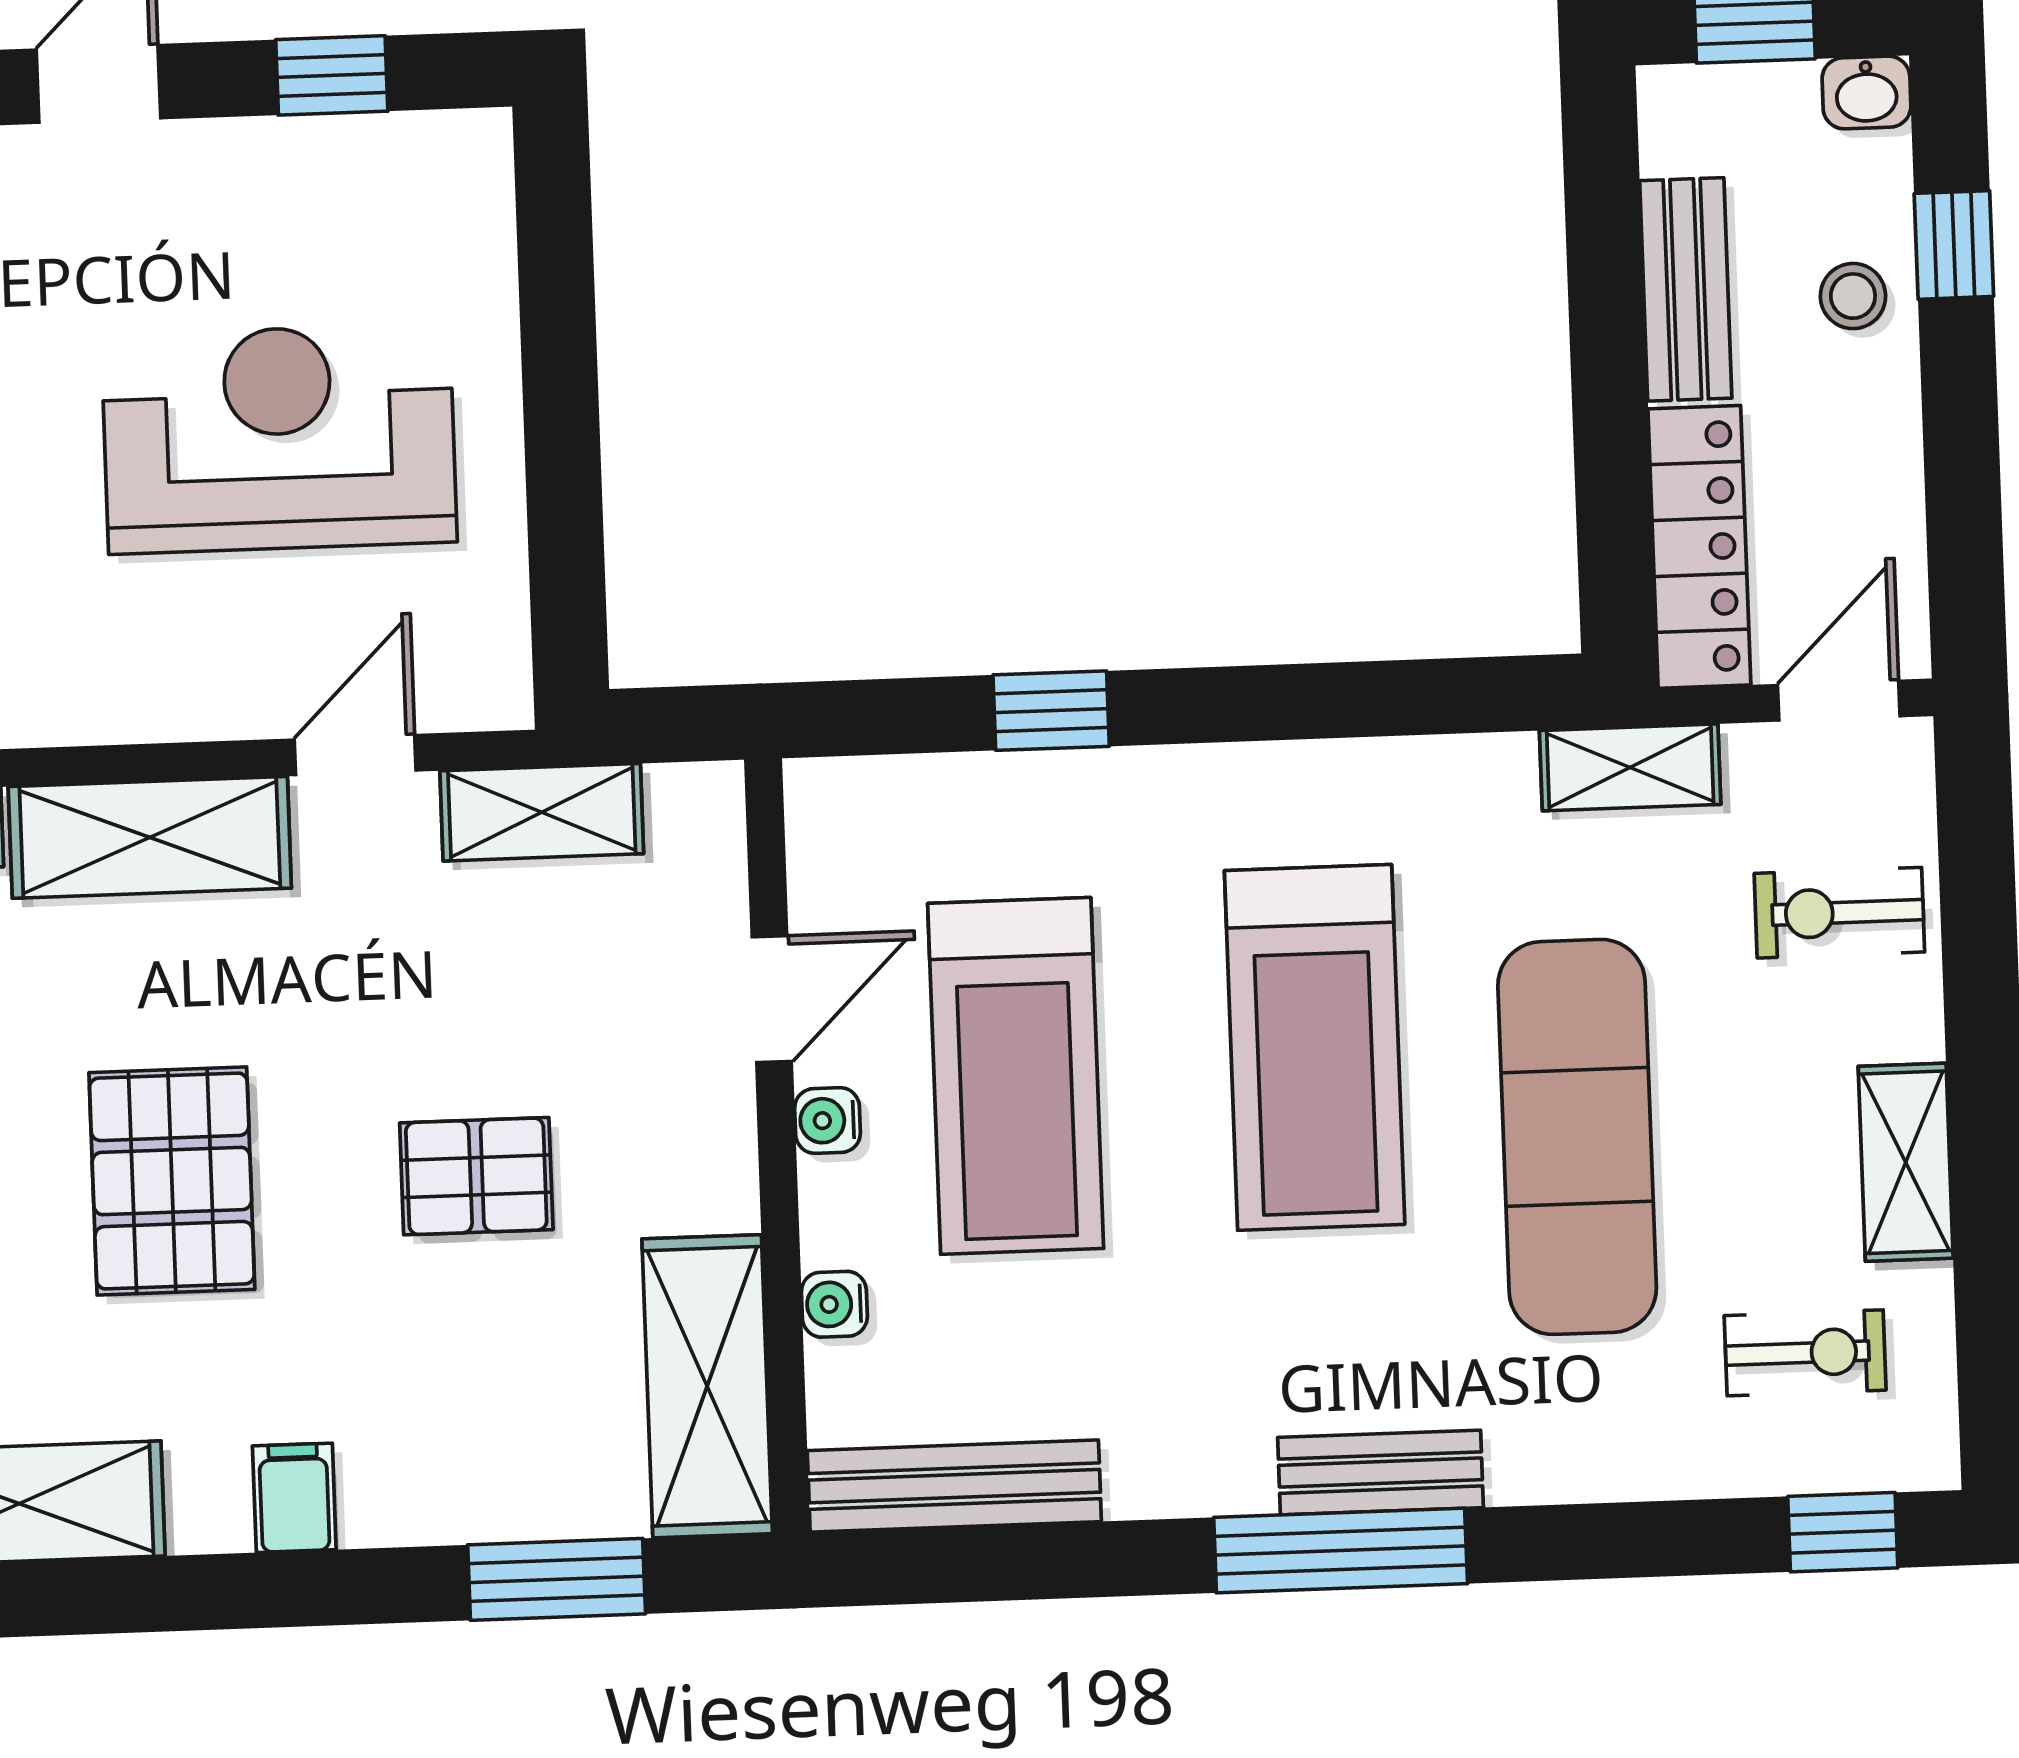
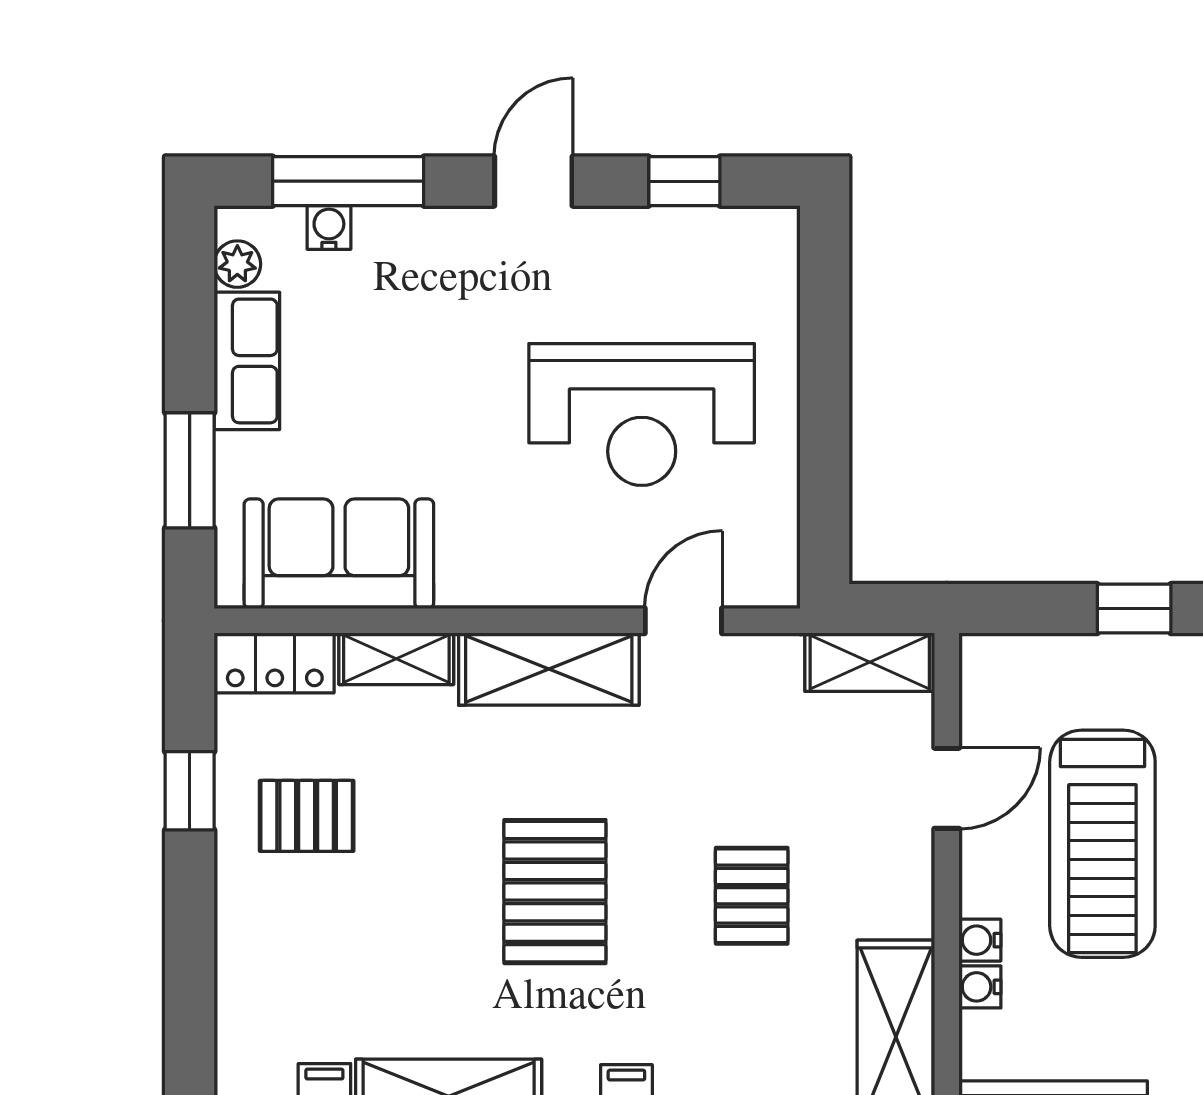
reception desk: (279, 438) -> (642, 414), turned 180
shelving: (542, 812) -> (870, 662), moved
water cooler: (827, 1121) -> (980, 940), moved
pallet: (476, 1176) -> (752, 896), turned 90

